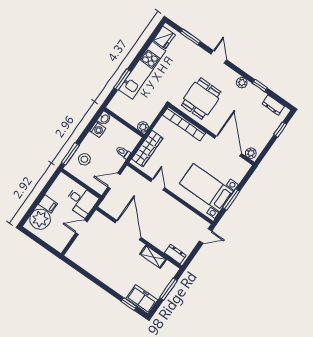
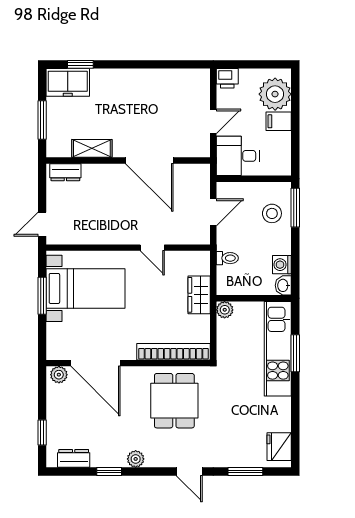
kitchen unit: (142, 70) -> (278, 349), moved
wardrobe: (147, 149) -> (199, 295), width x0.67
printer: (59, 244) -> (227, 78), added

